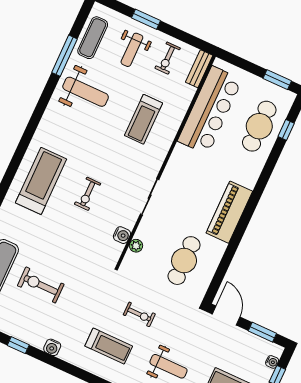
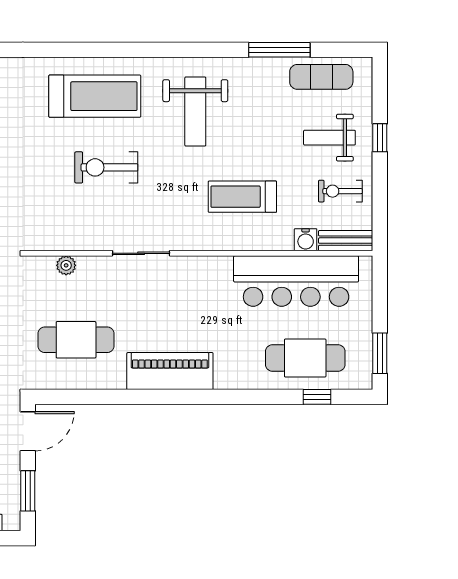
window: (146, 19) -> (380, 138), width x0.67
weight bench: (86, 92) -> (195, 111), moved
exercise bike: (88, 194) -> (106, 167), width x1.38, depth x1.39
water cooler: (122, 235) -> (306, 240), moved

